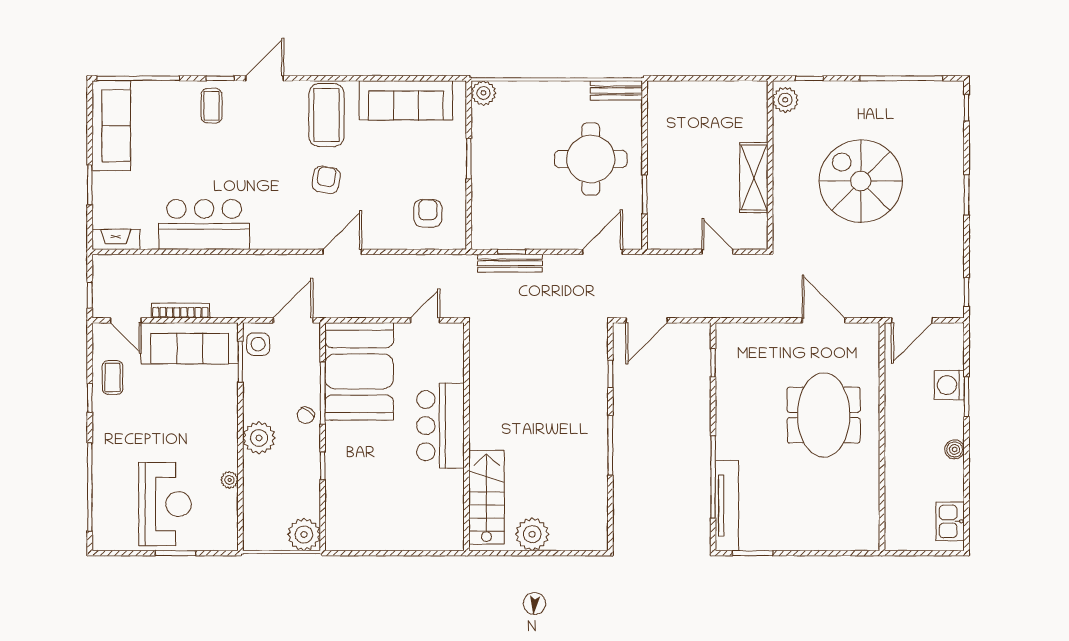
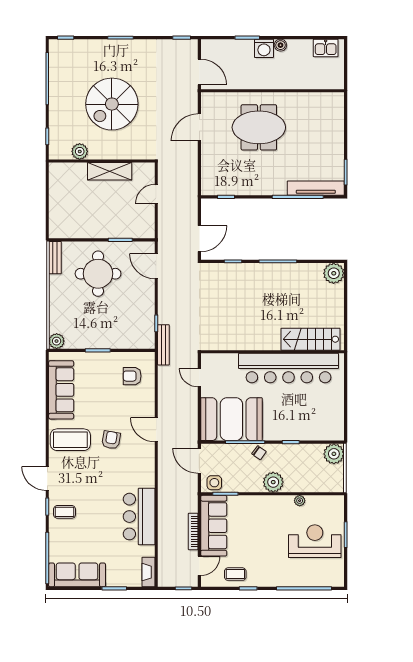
plant: (785, 100) -> (80, 151), moved
armchair: (326, 180) -> (111, 440), turned 90
bench: (510, 263) -> (163, 345), moved
door: (647, 320) -> (199, 239), hinge flipped
washing machine: (949, 385) -> (264, 48), moved
bar counter: (441, 426) -> (289, 368), width x1.86
plant: (532, 534) -> (334, 273), moved

